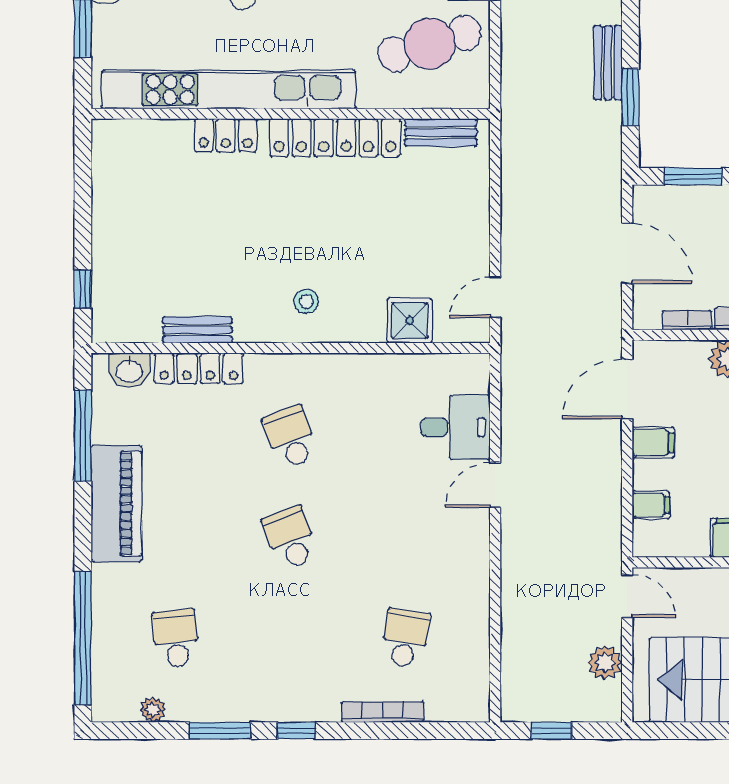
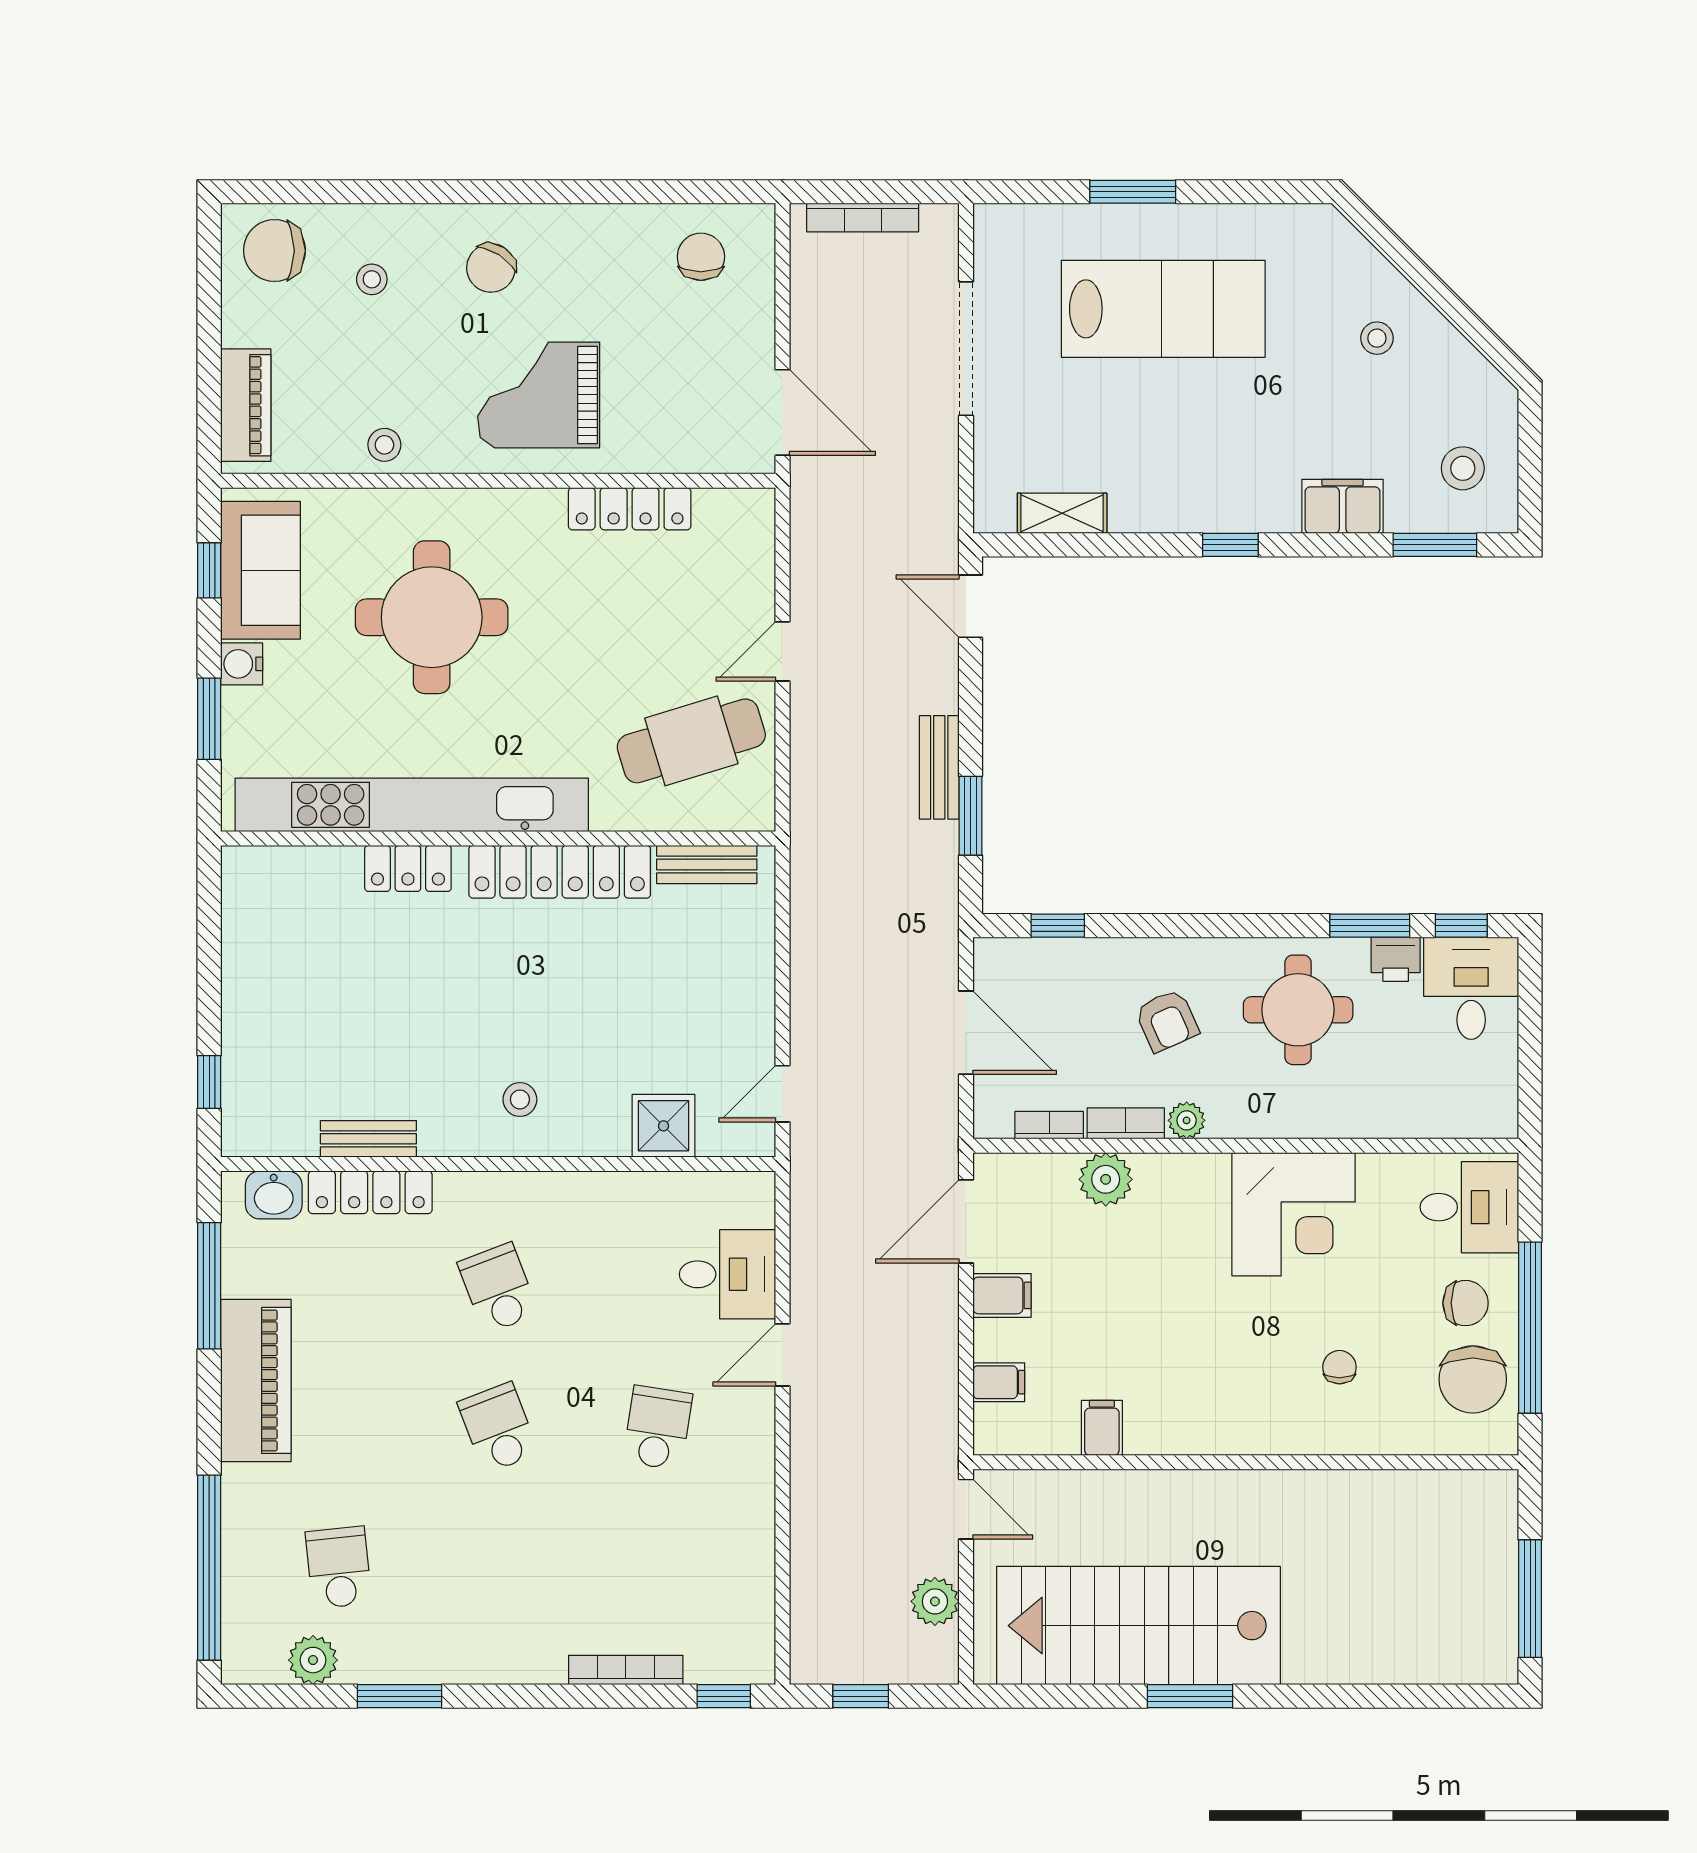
window: (693, 176) -> (1058, 926), width x0.67
school desk: (405, 638) -> (658, 1428), moved
plant: (153, 710) -> (313, 1660), width x1.38, depth x1.38
window: (297, 731) -> (724, 1696), moved

